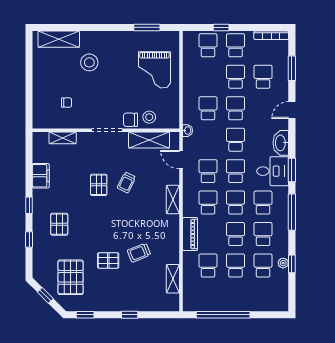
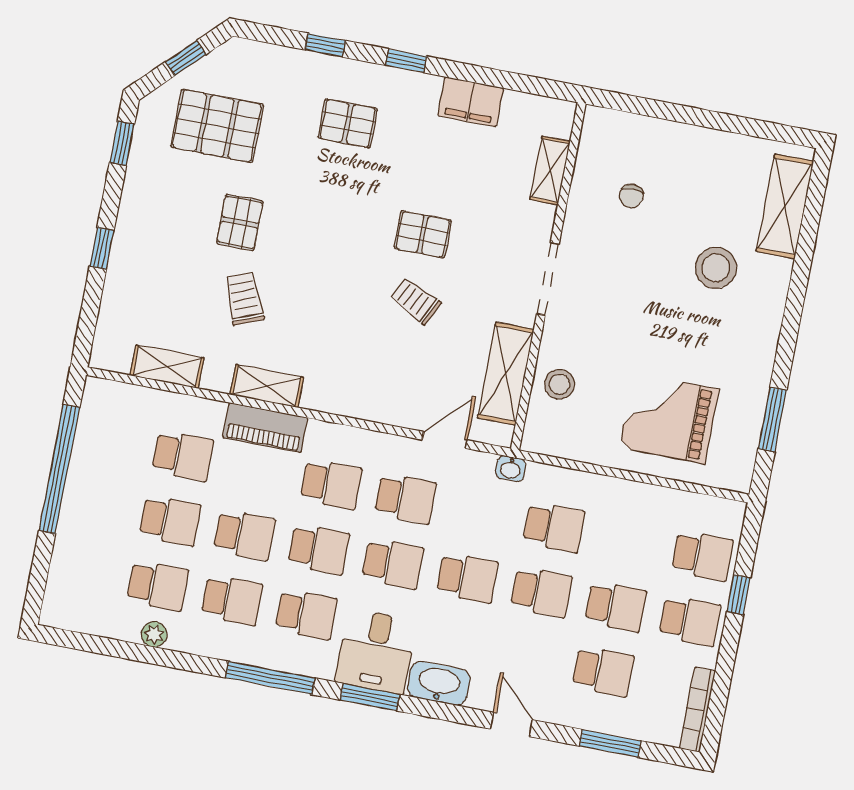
chair: (130, 120) -> (562, 339), removed
shelving: (173, 200) -> (267, 386), moved
window: (292, 264) -> (148, 654), removed

